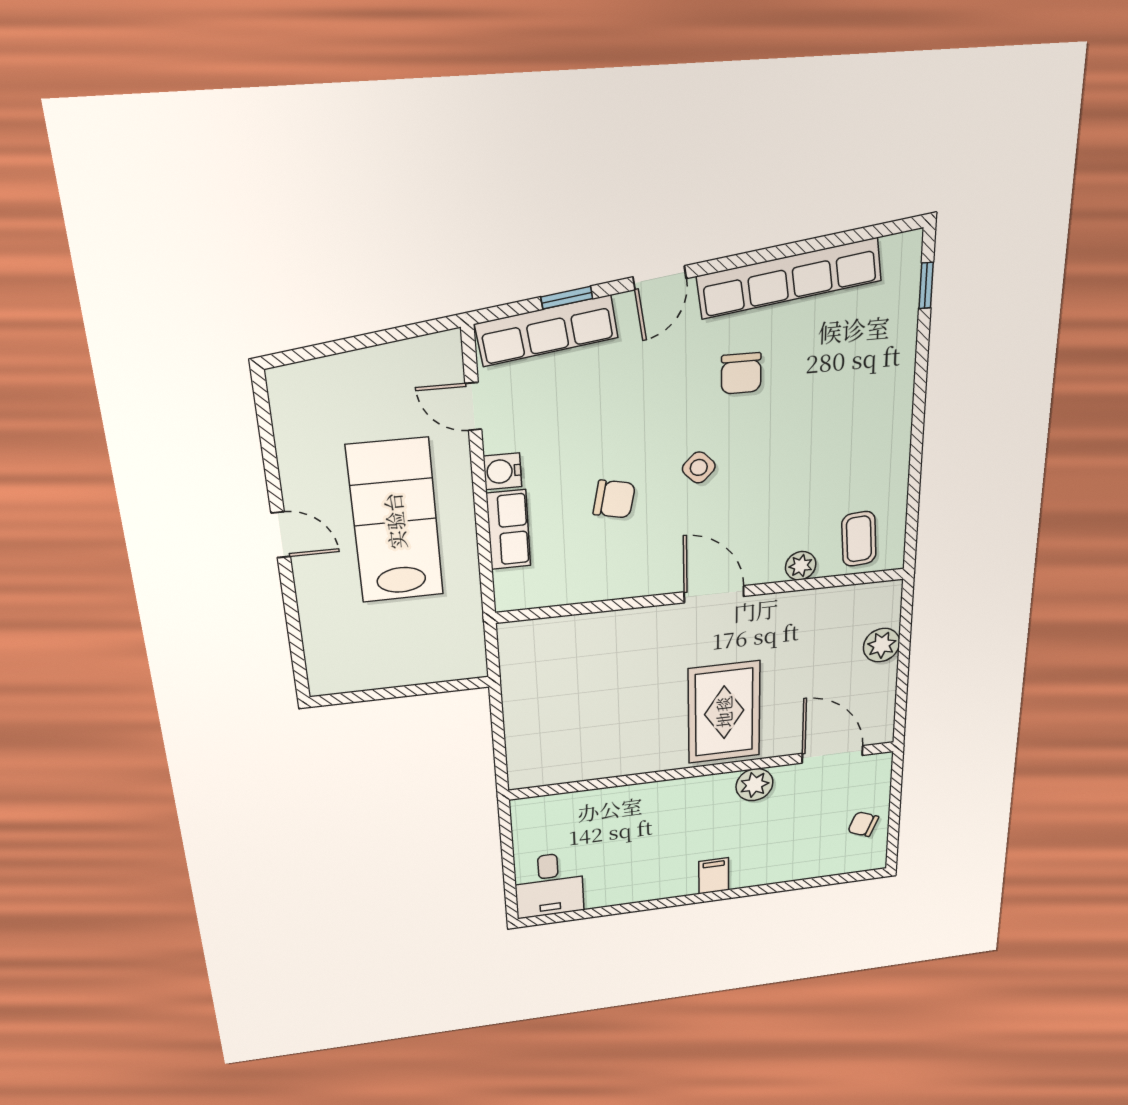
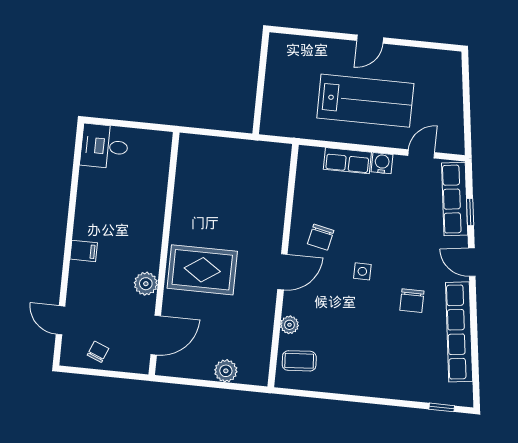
chair: (741, 373) -> (412, 301), turned -90
side table: (699, 467) -> (362, 271), turned 45
chair: (614, 499) -> (321, 237), moved
door: (820, 881) -> (61, 320), added

